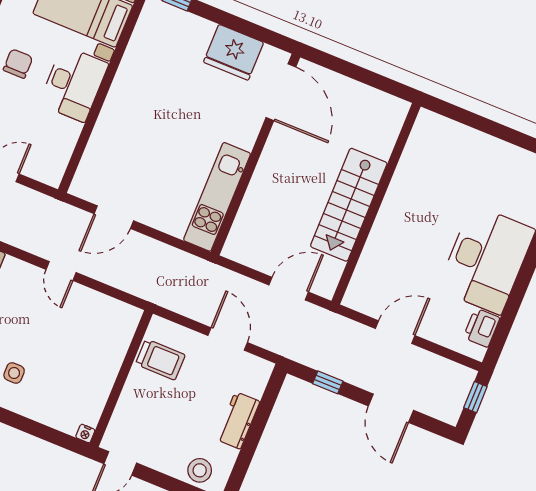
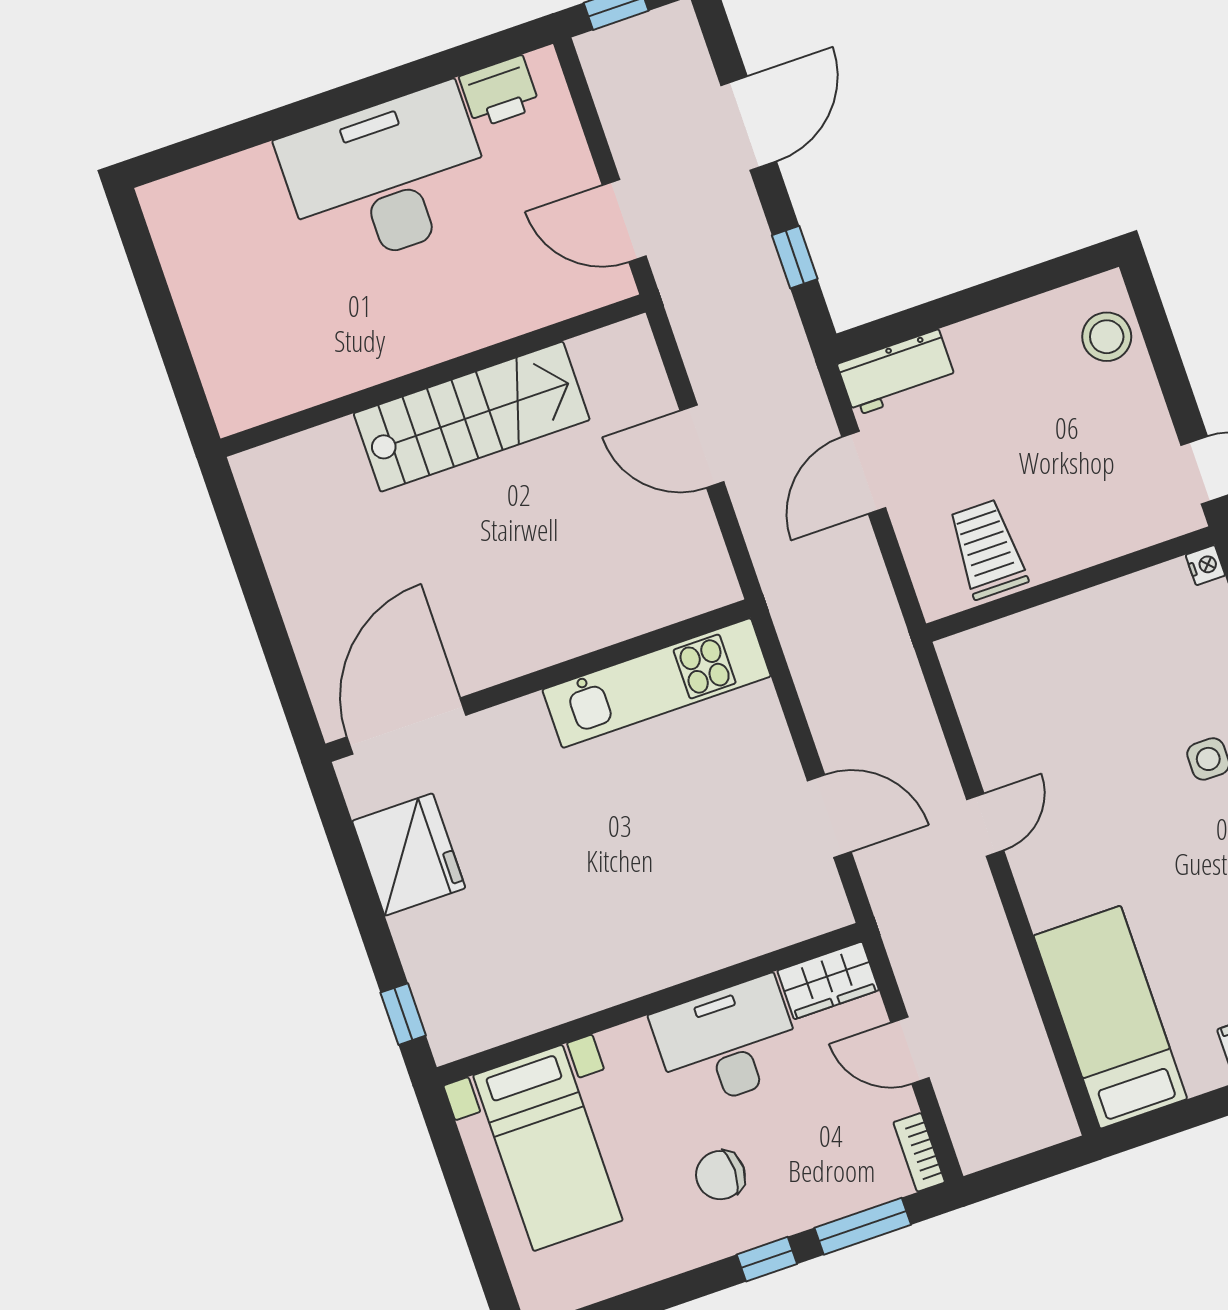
desk: (74, 84) -> (727, 1043), moved
wardrobe: (54, 165) -> (828, 980), added
wall: (376, 204) -> (433, 376), moved
stairs: (349, 205) -> (472, 417), moved
workbench: (238, 420) -> (897, 373), moved

